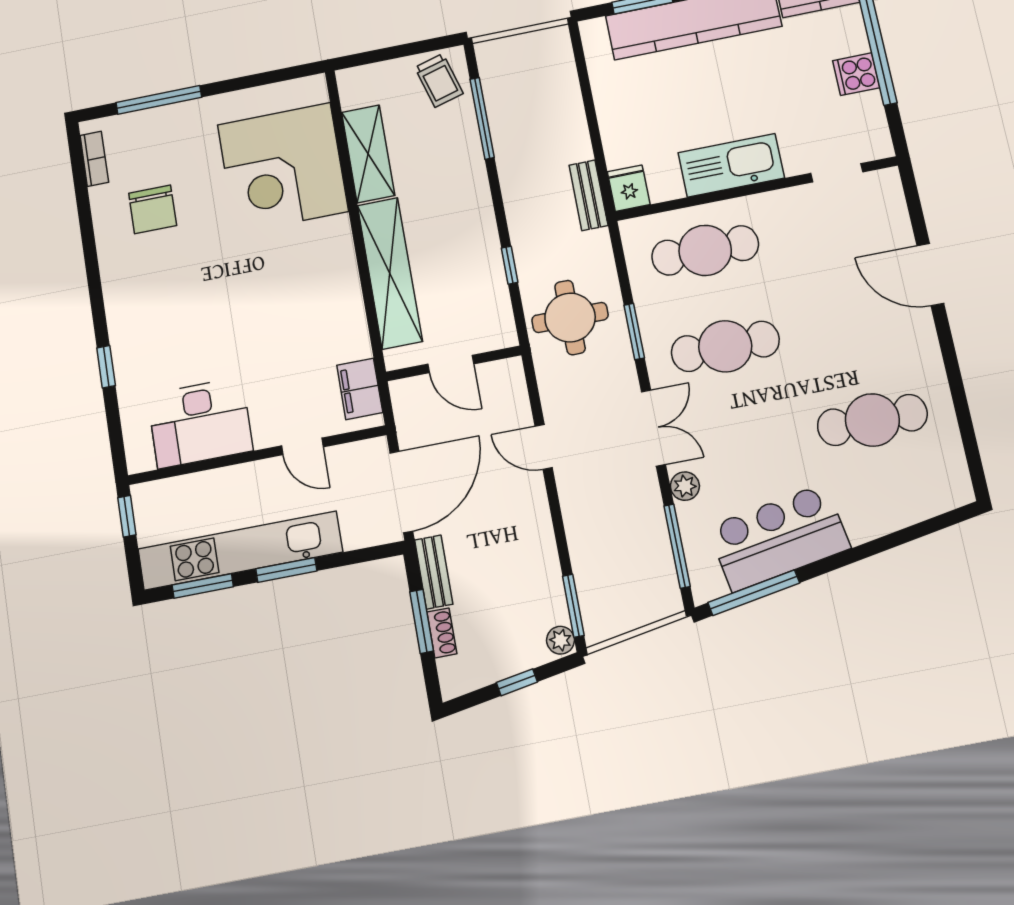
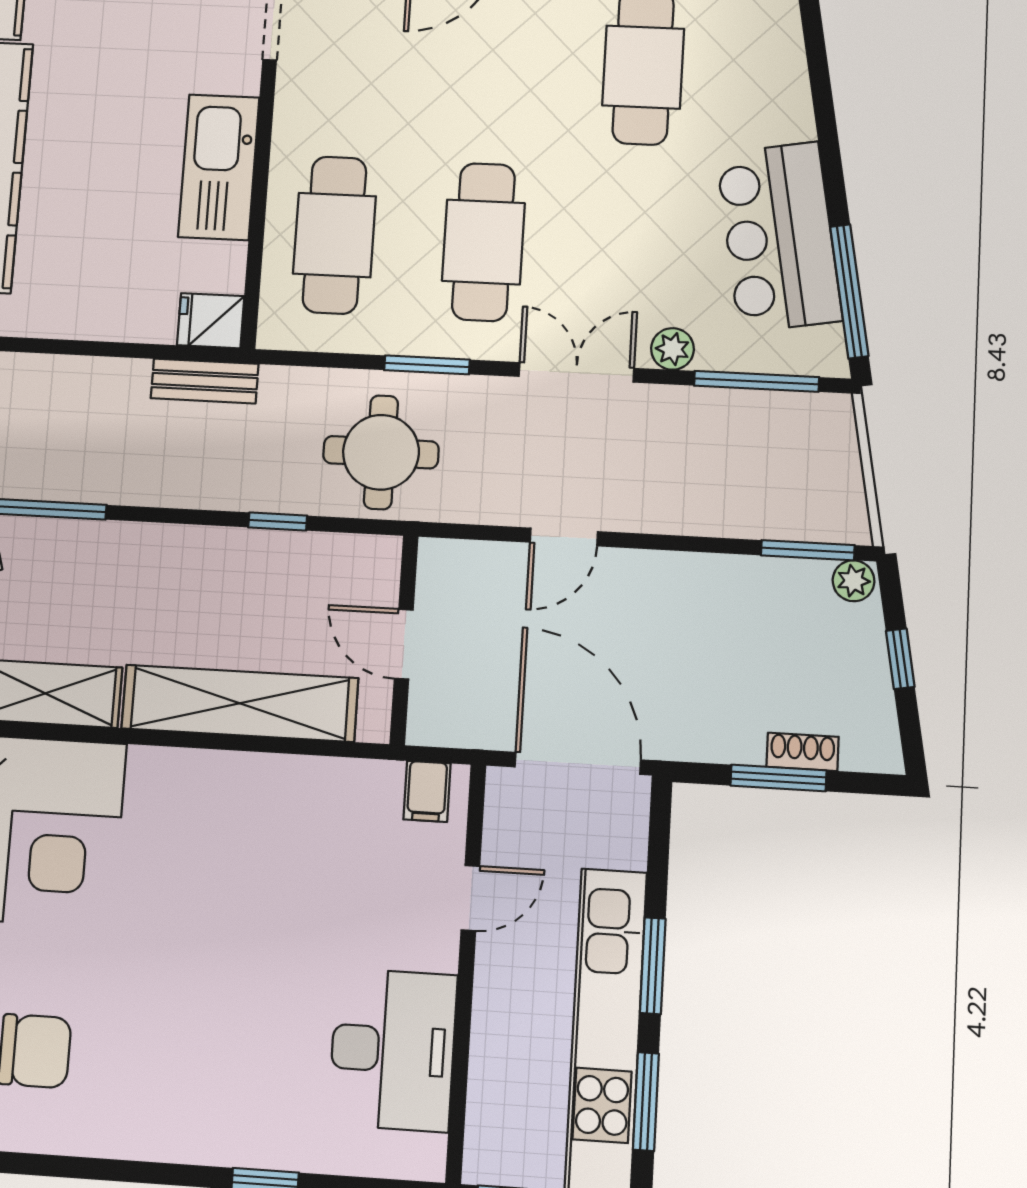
door: (451, 364) -> (404, 644), swing flipped
filing cabinet: (360, 389) -> (427, 791), width x0.50
bench: (434, 572) -> (709, 743), removed

